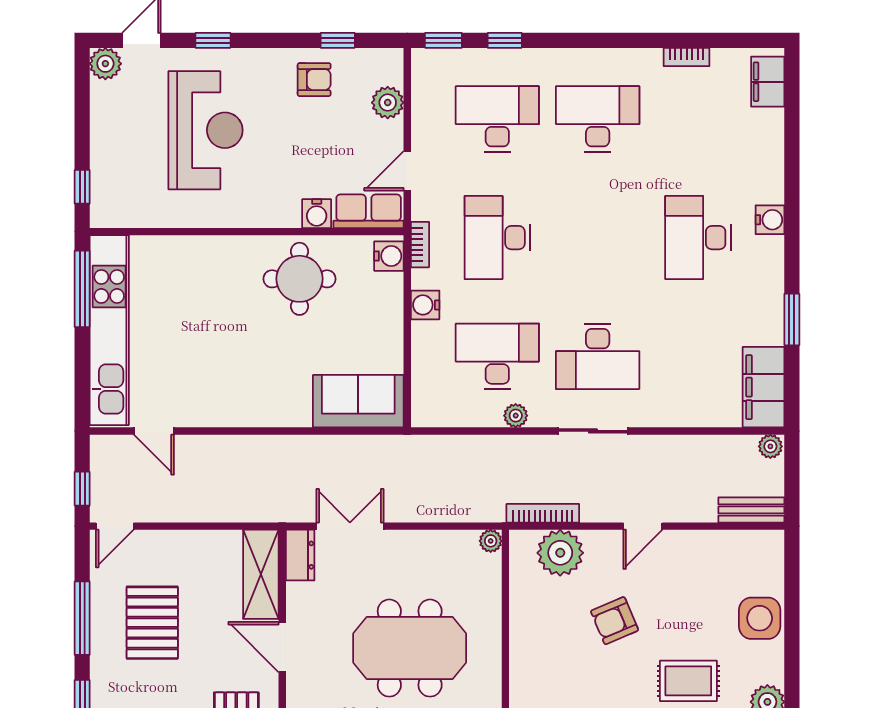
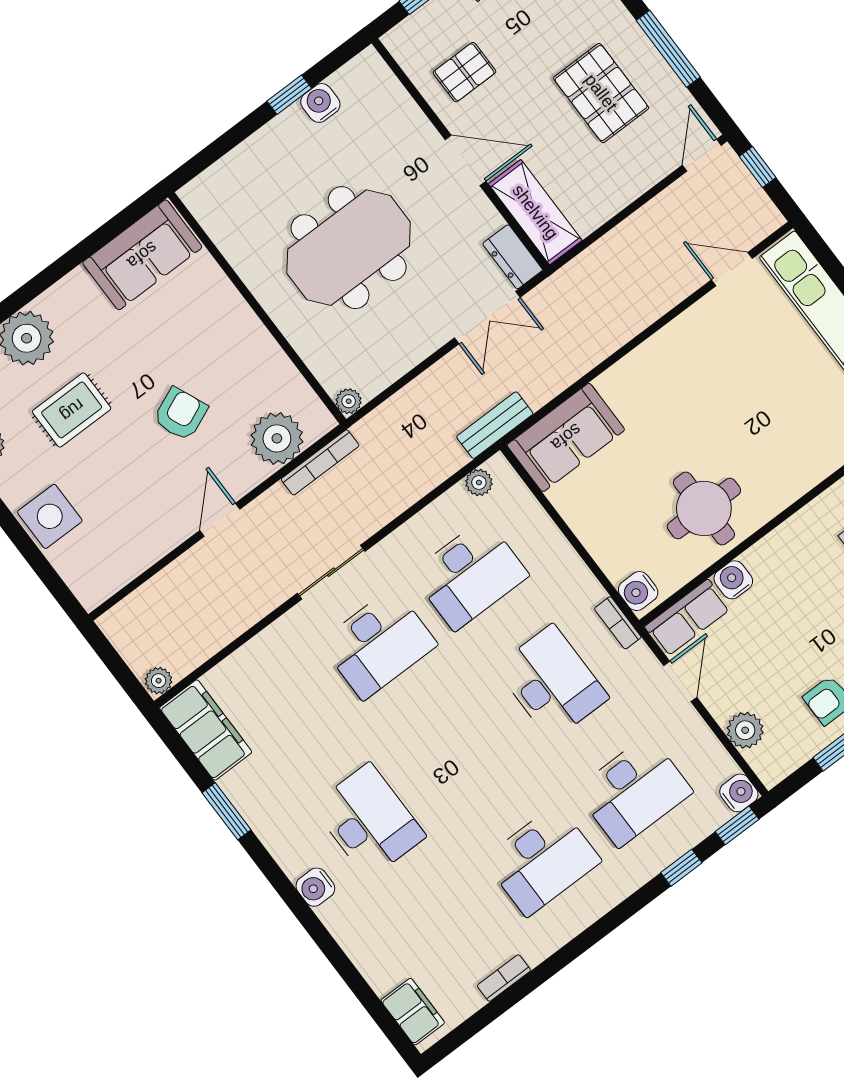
water cooler: (425, 305) -> (739, 793), moved
desk: (598, 356) -> (378, 644), turned 180
plant: (516, 416) -> (479, 482), moved
bench: (751, 510) -> (495, 425), moved

